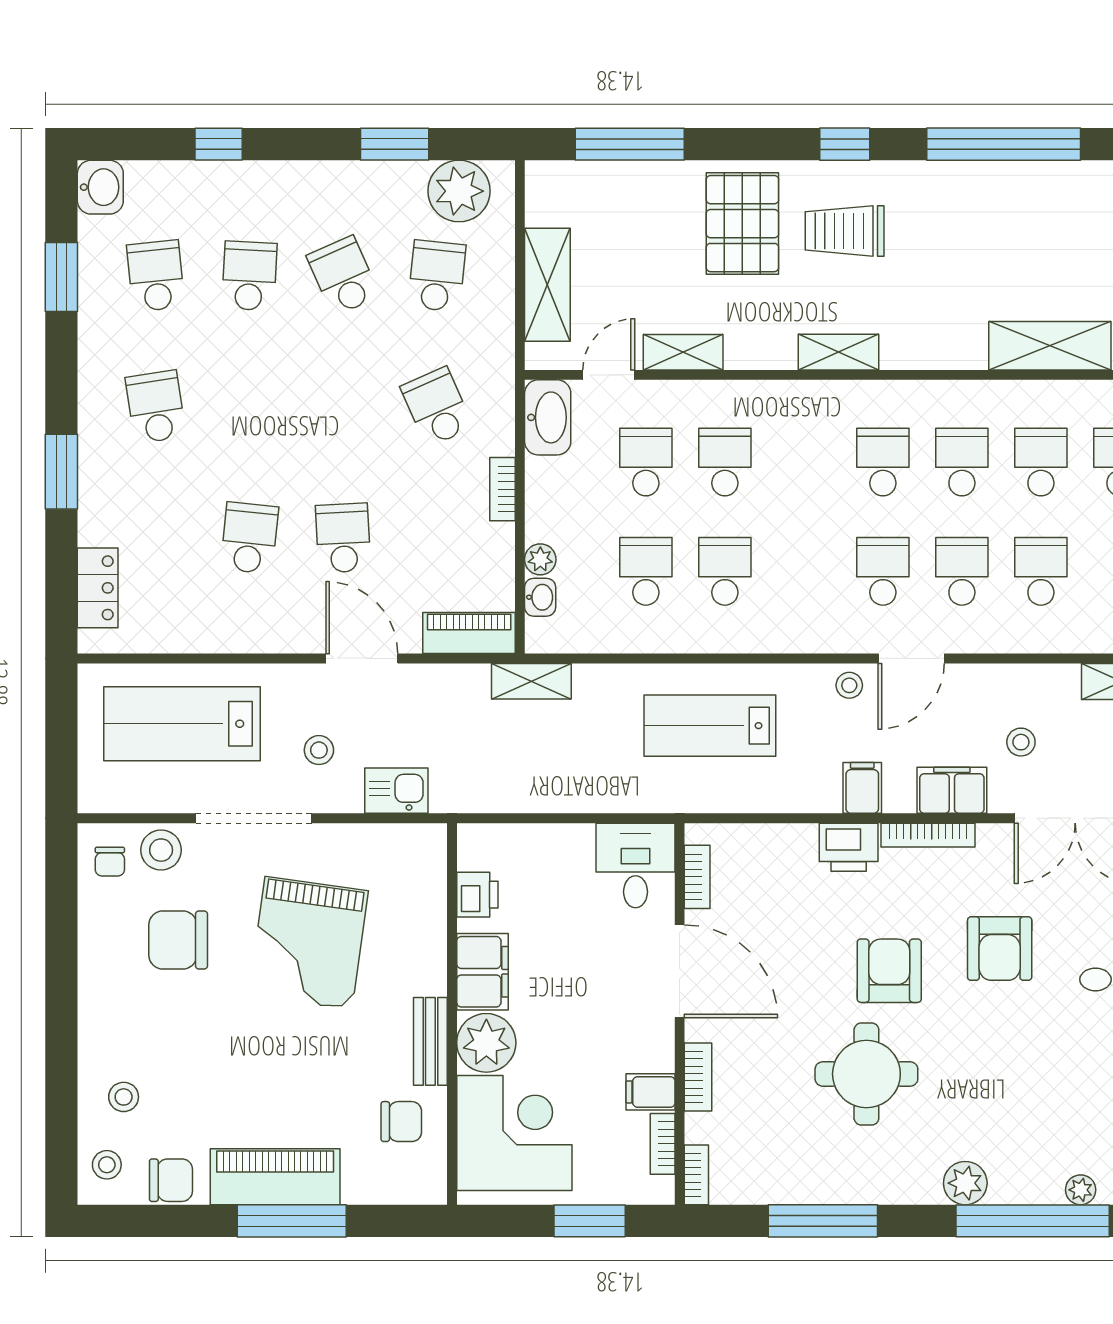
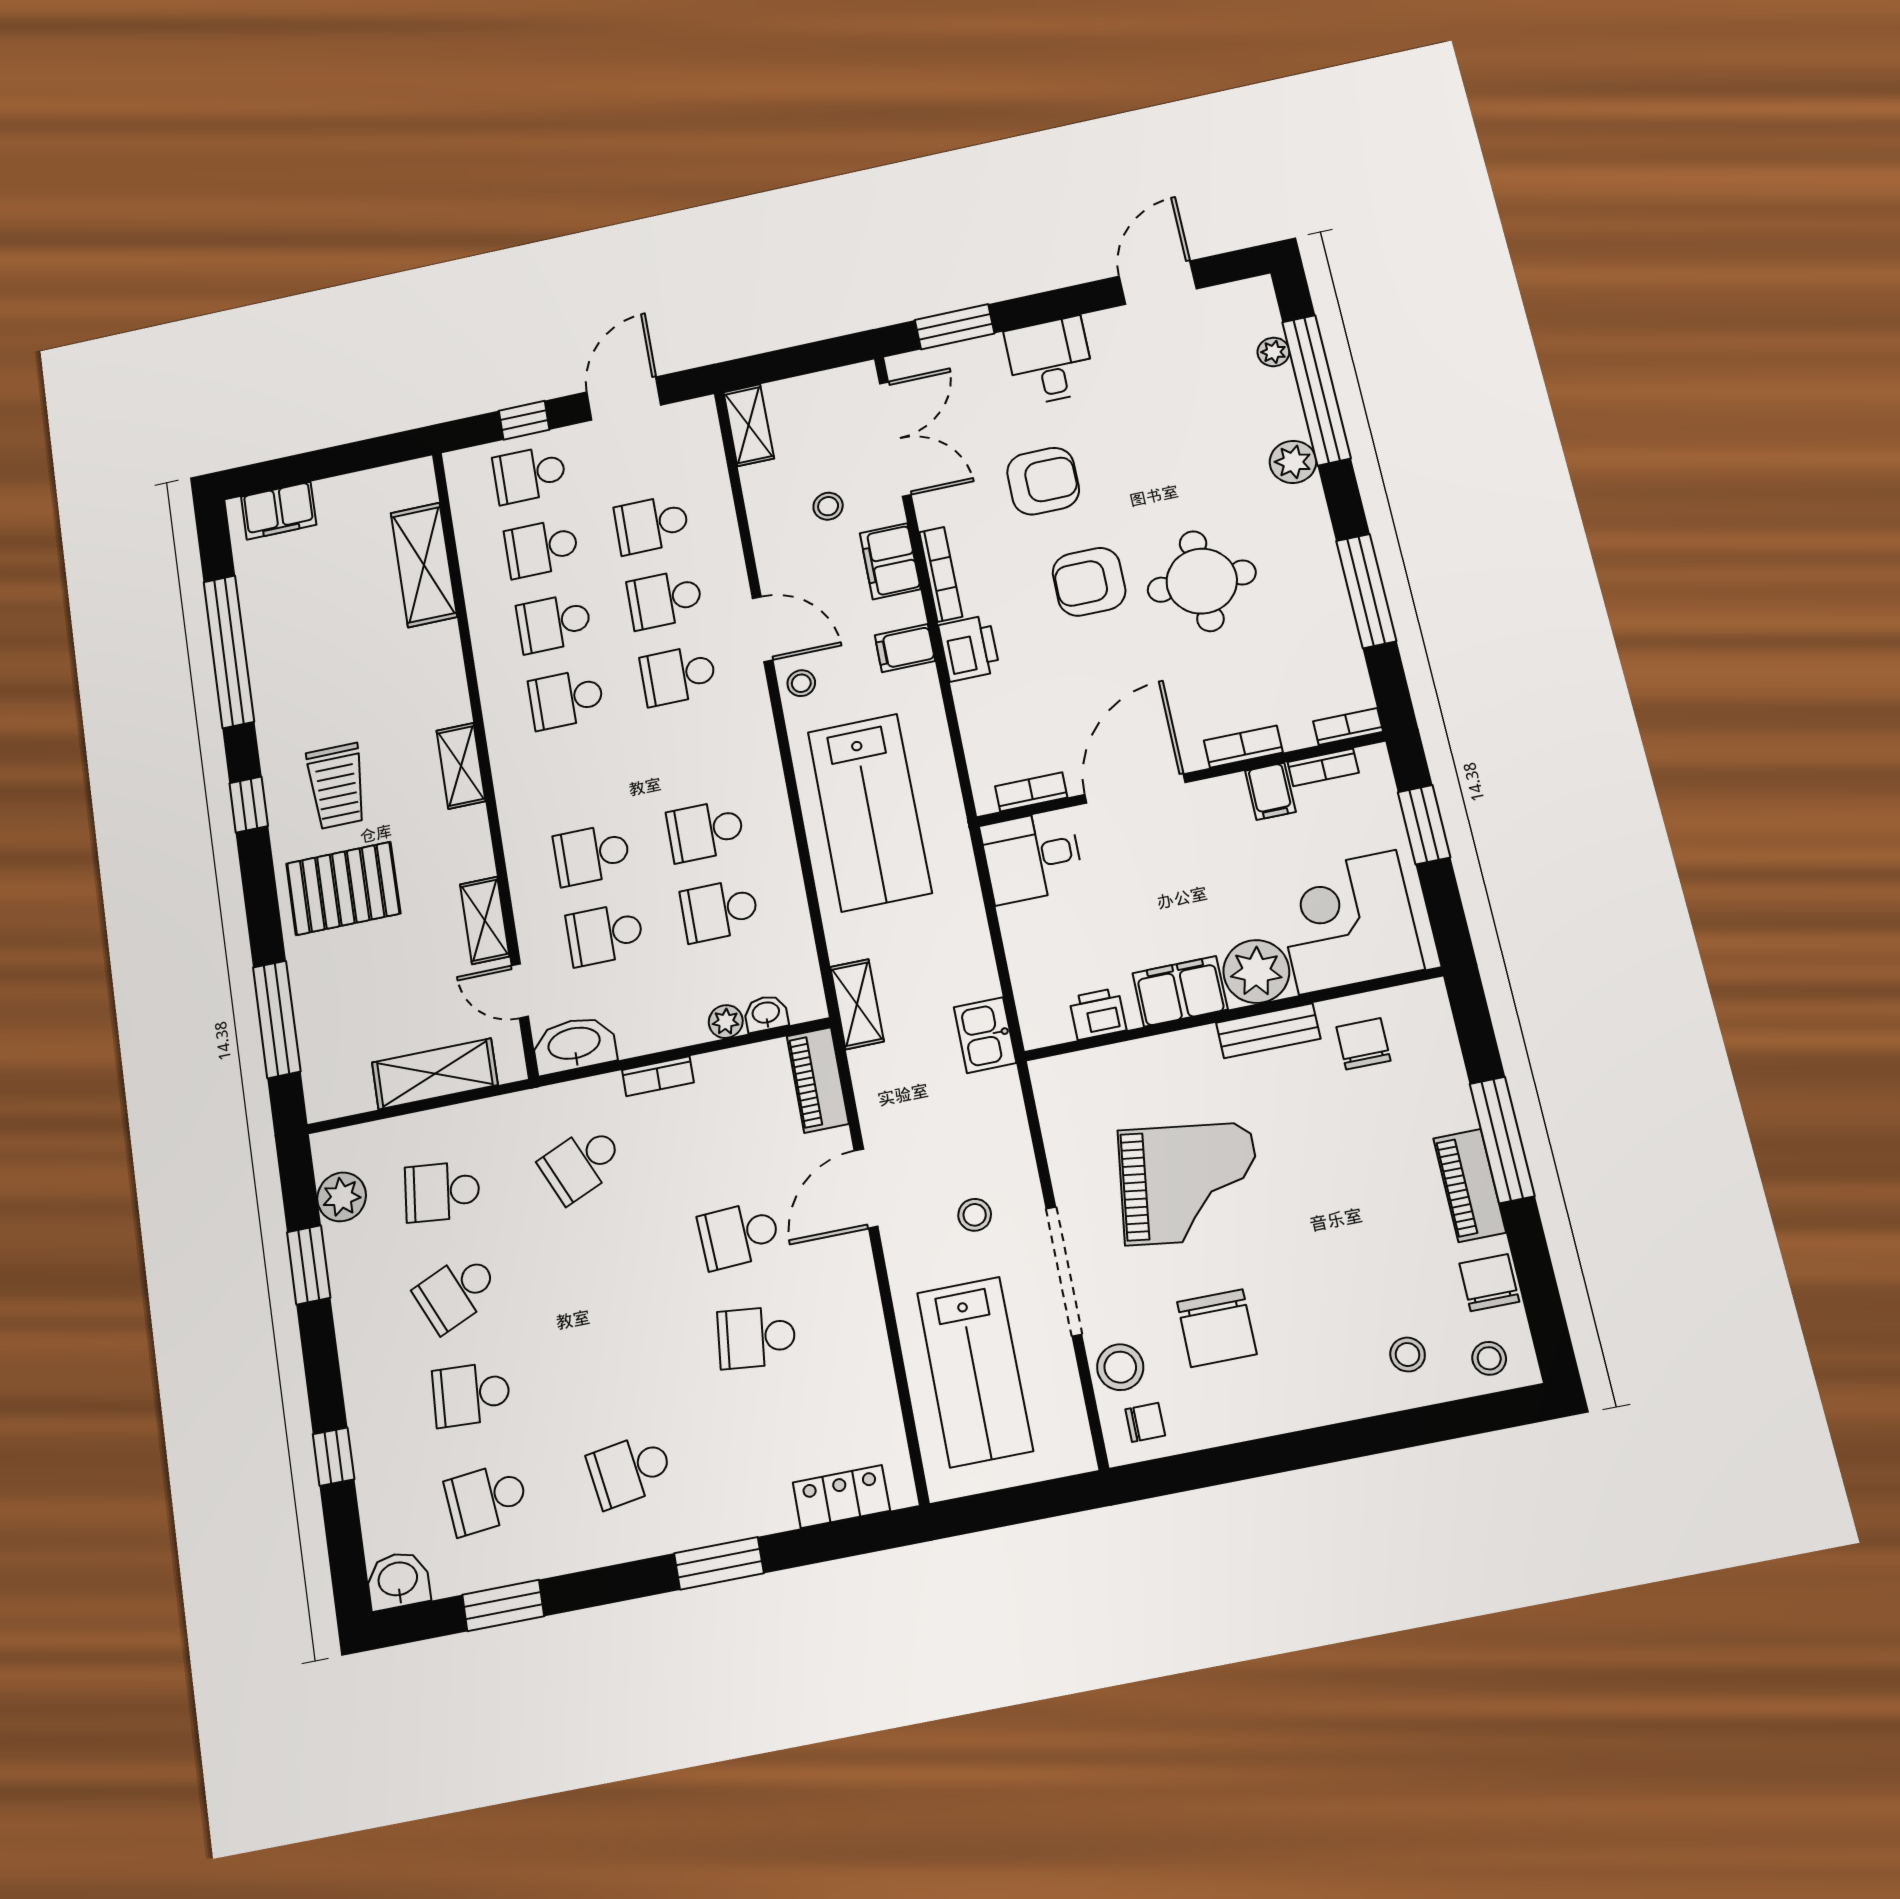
plant: (459, 191) -> (342, 1197), width x0.73, depth x0.73
lab bench: (710, 726) -> (869, 812), width x1.36, depth x1.39
kitchen sink: (396, 791) -> (985, 1035), moved
piano: (275, 1177) -> (1470, 1185), width x0.73, depth x0.75

